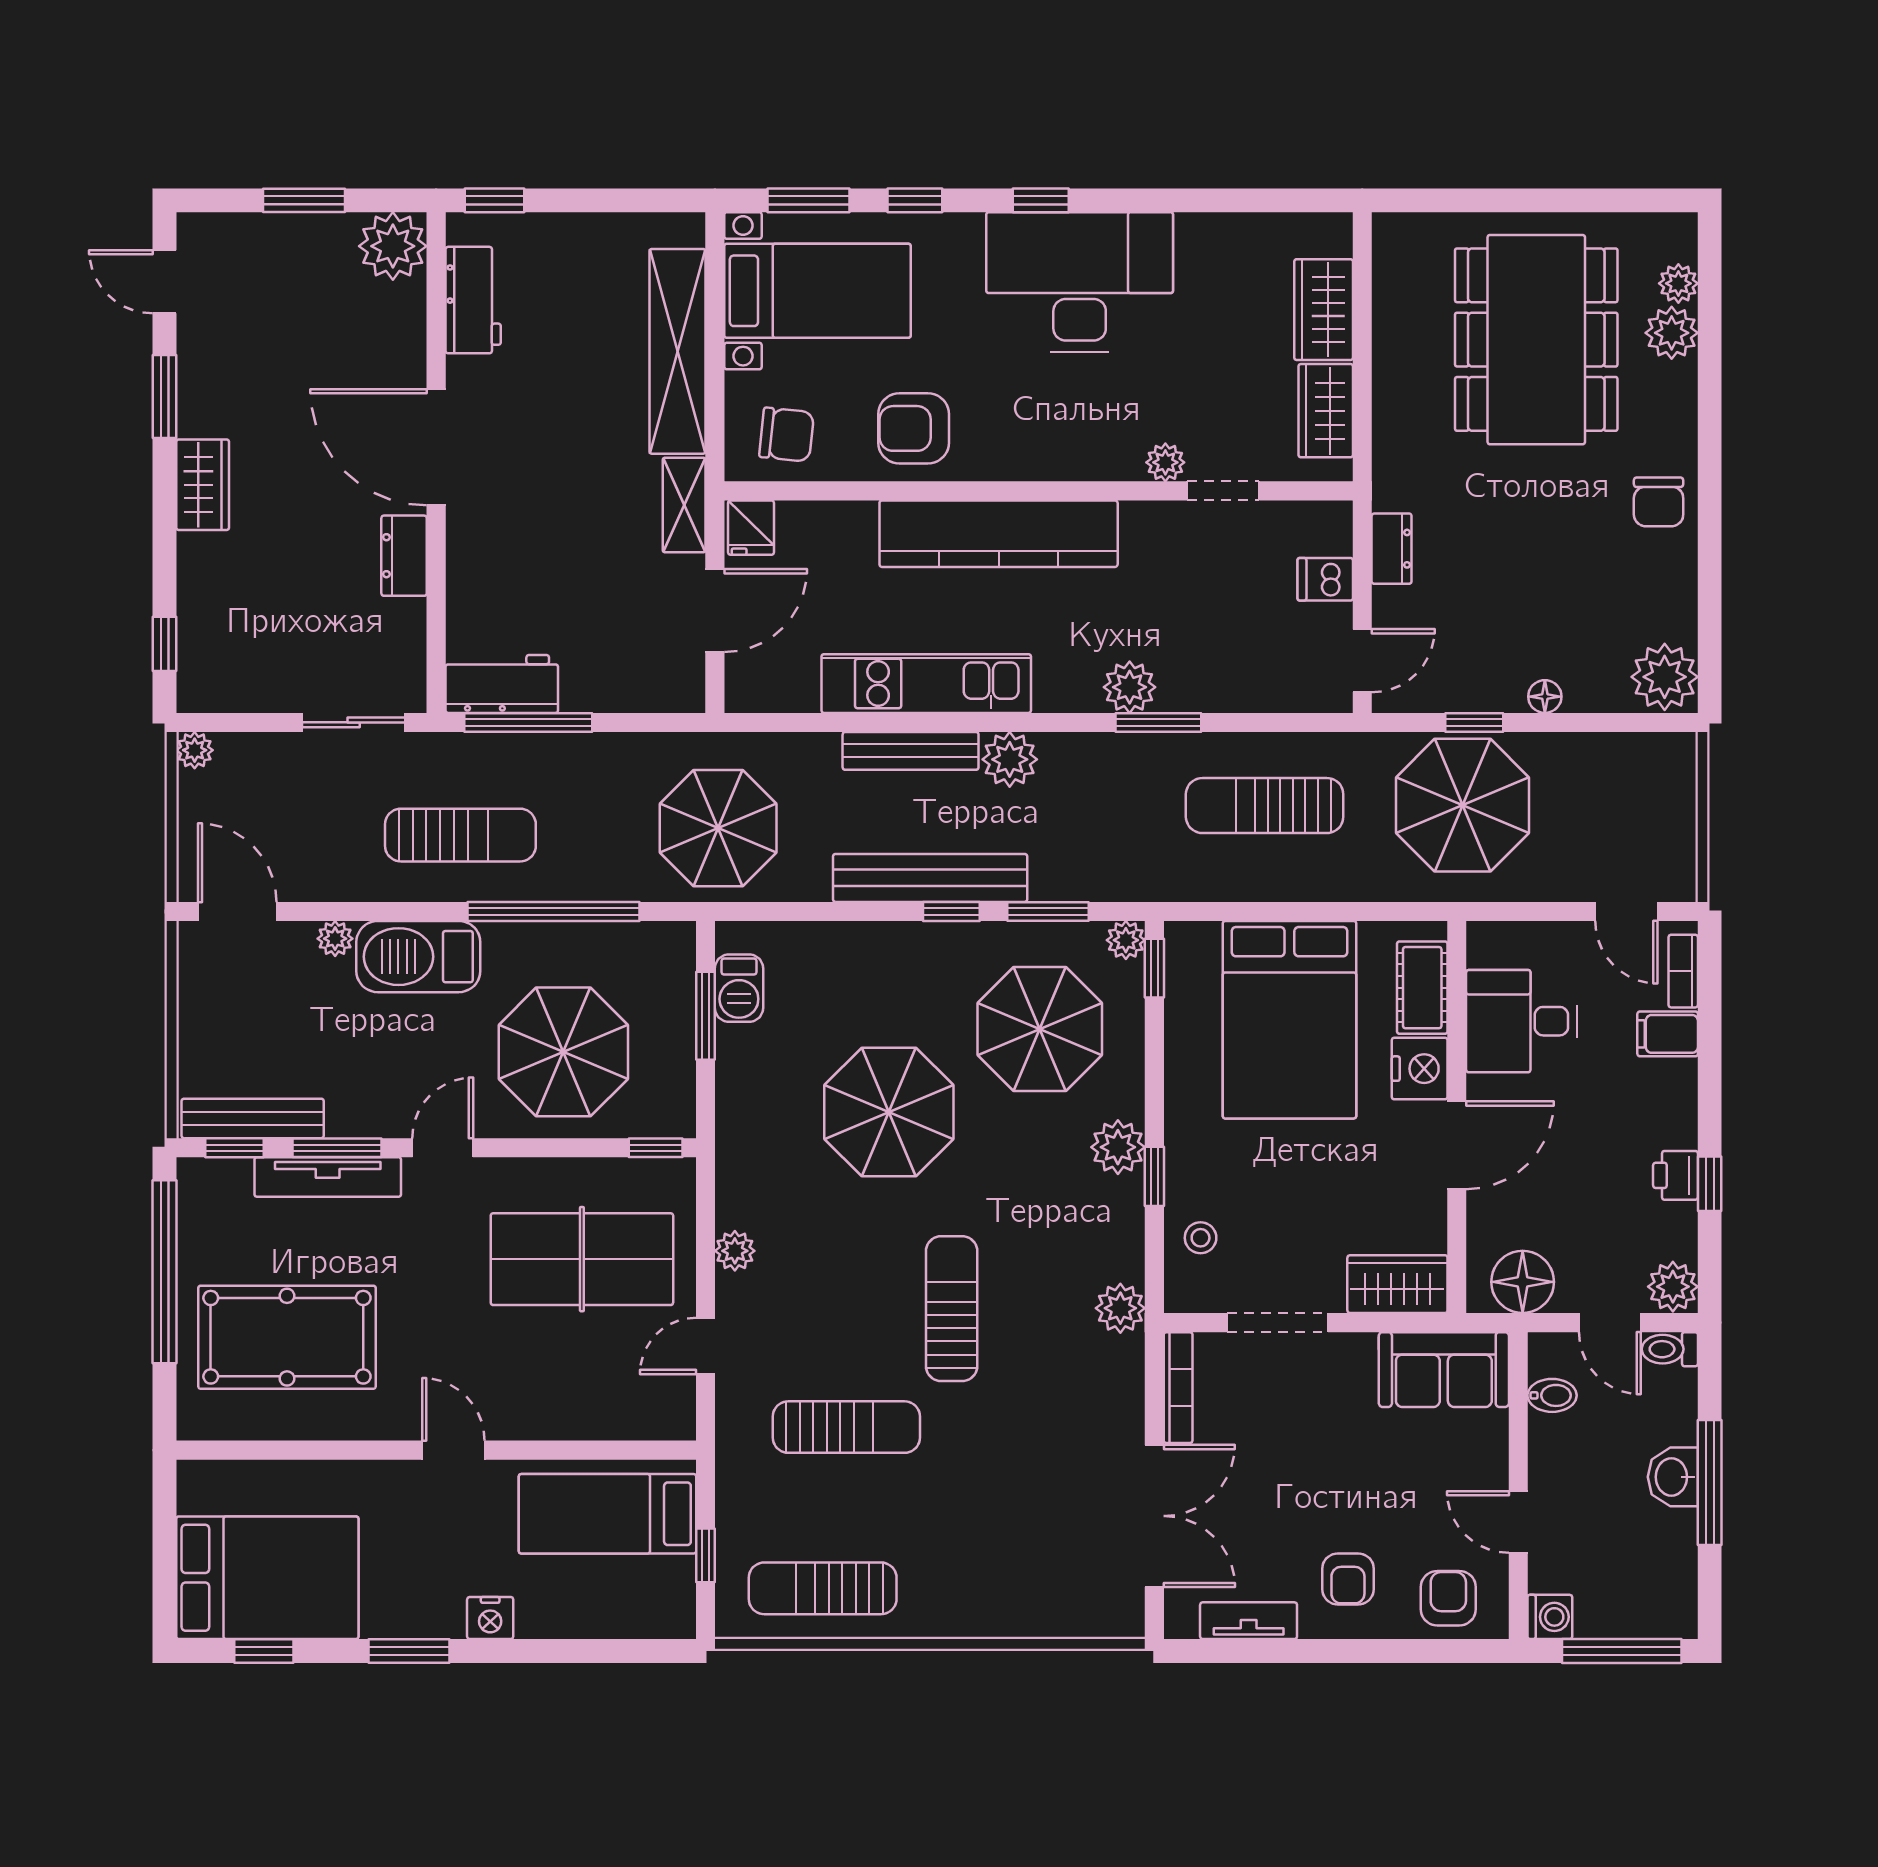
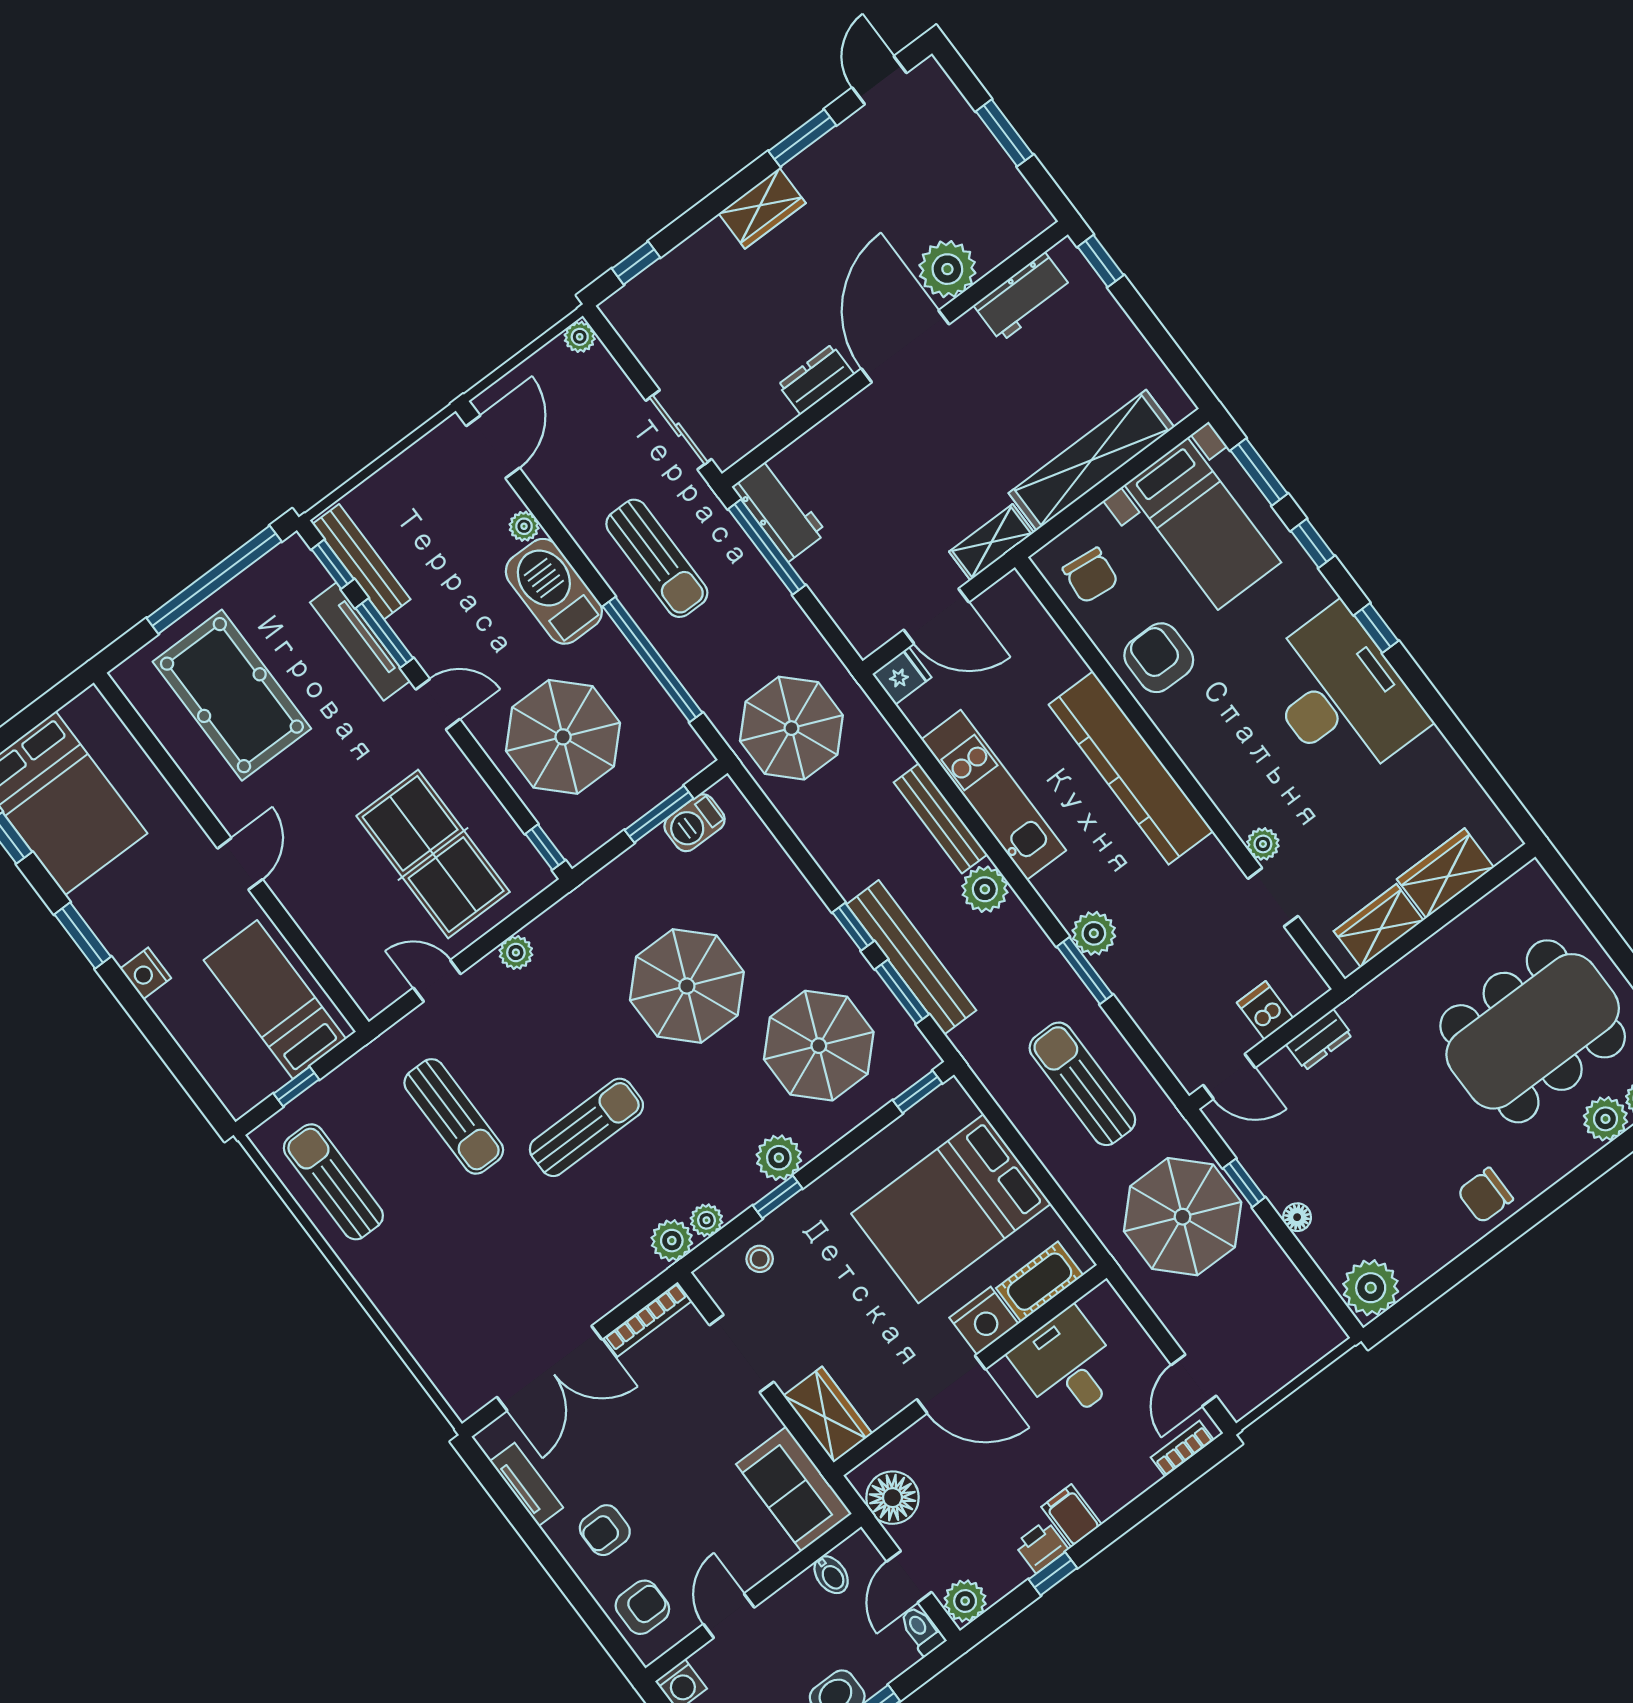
plant: (393, 246) -> (947, 269), moved
fridge: (751, 528) -> (902, 676), moved, turned 180
bench: (930, 878) -> (911, 957), moved
plant: (1126, 940) -> (707, 1220), moved
filing cabinet: (1668, 1034) -> (1071, 1516), moved

